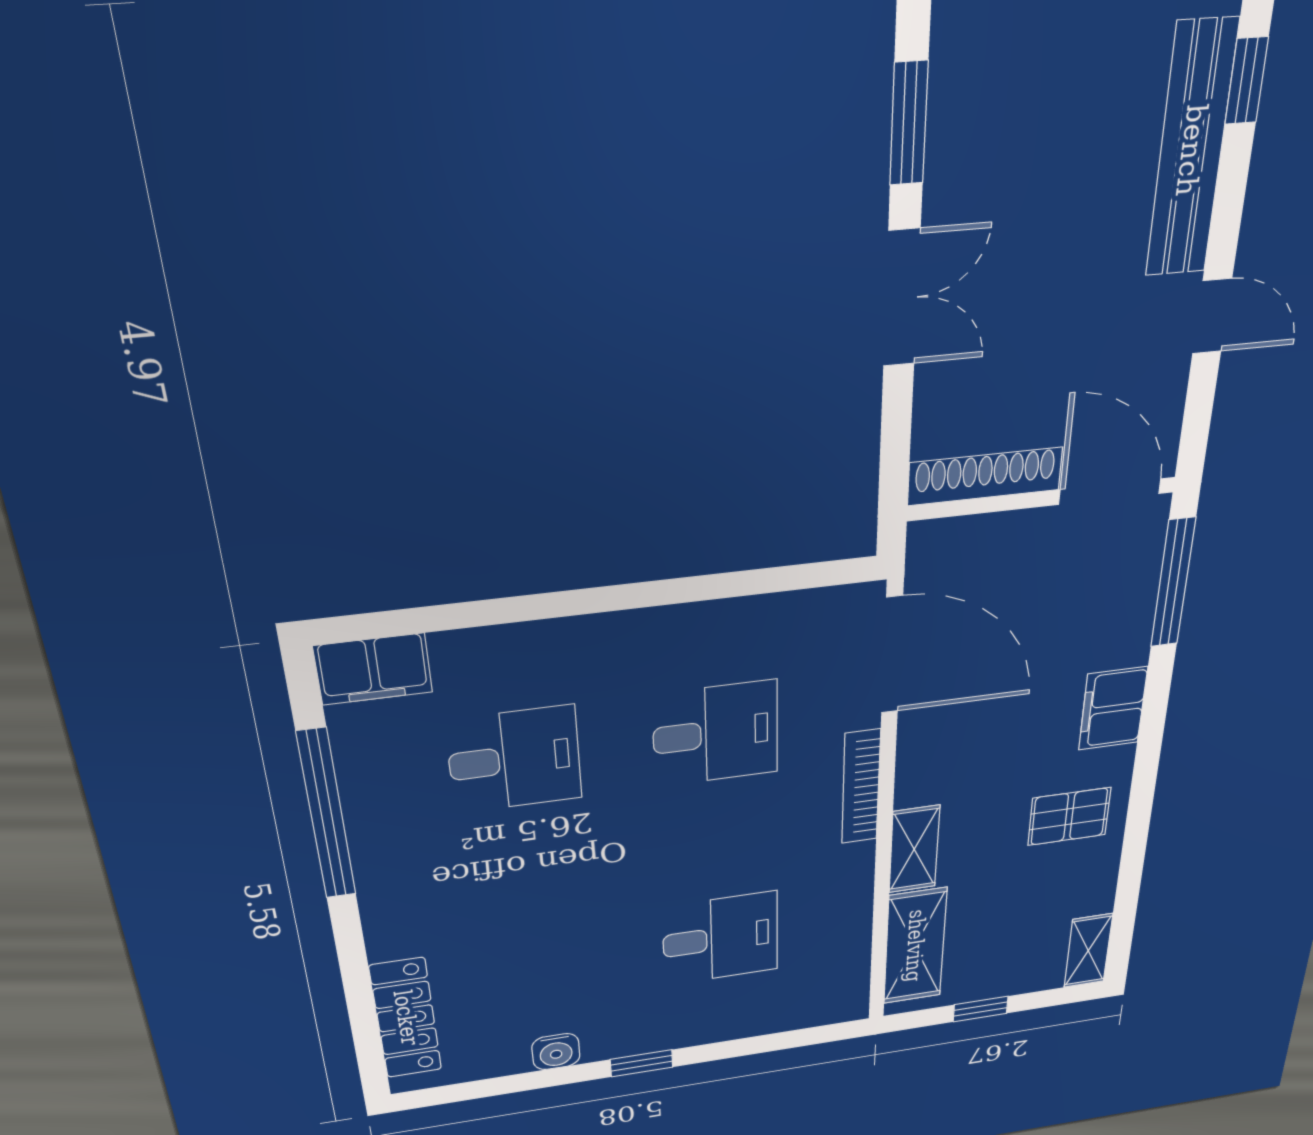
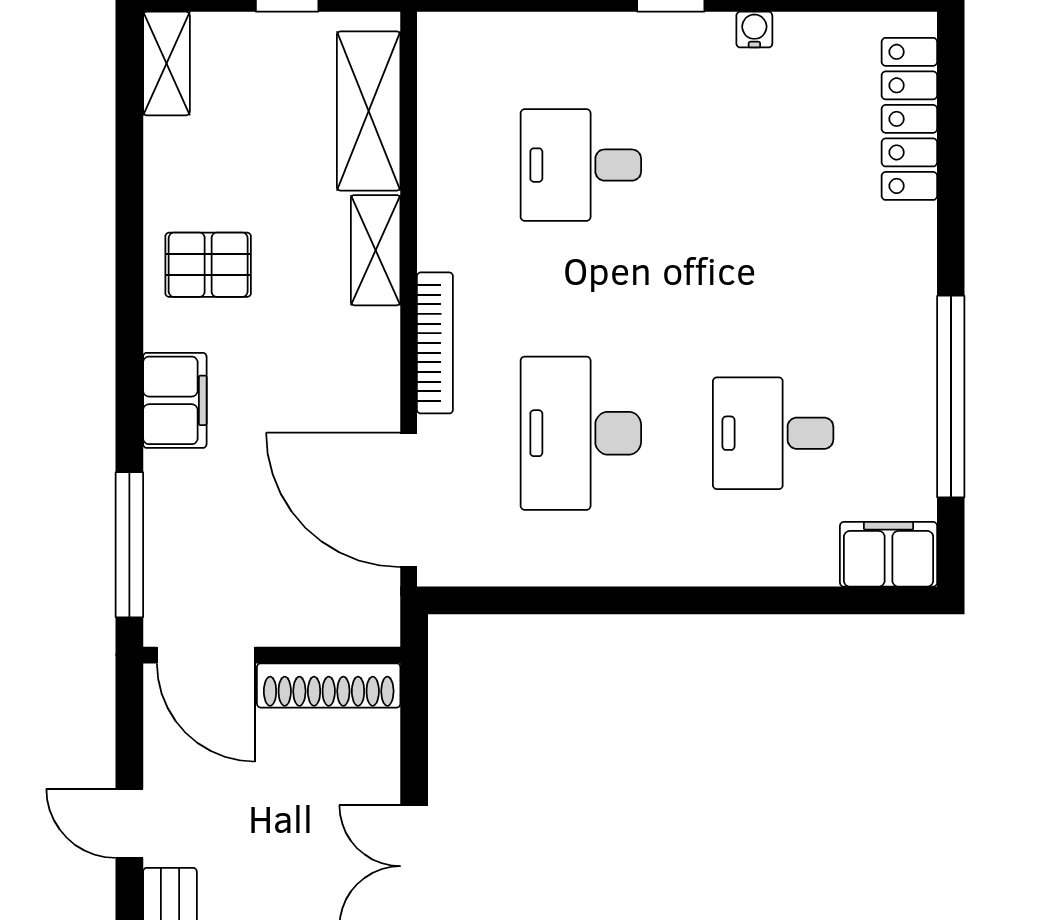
desk: (716, 734) -> (581, 433), width x1.37
water cooler: (556, 1052) -> (754, 30), width x0.72, depth x0.72

